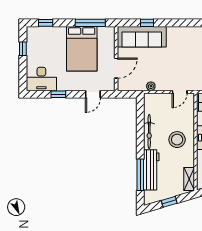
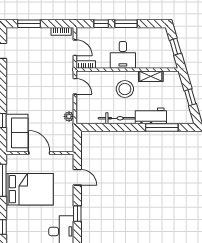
sofa: (142, 37) -> (17, 133), width x0.73
door: (116, 68) -> (39, 153), moved
workbench: (151, 170) -> (151, 116), width x0.73
shelving: (189, 179) -> (151, 76), moved

